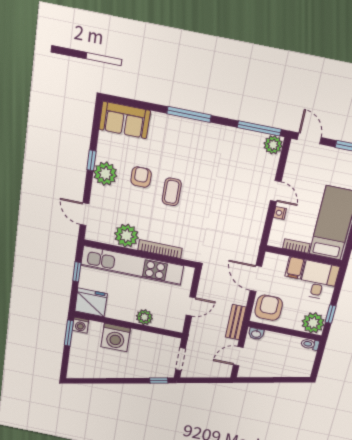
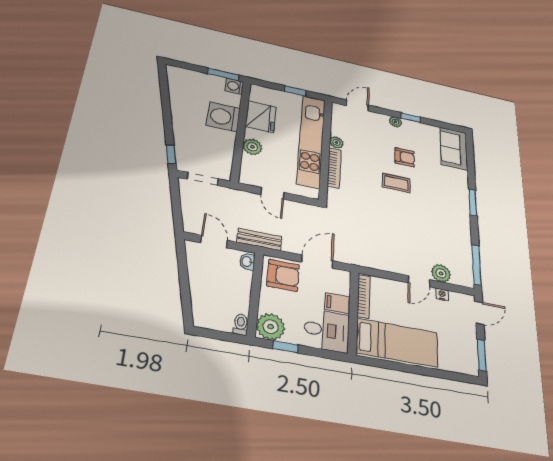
window: (189, 114) -> (473, 203), width x0.69
plant: (273, 145) -> (441, 273), moved
plant: (105, 174) -> (395, 122), width x0.53, depth x0.53
nightstand: (280, 213) -> (442, 294), moved
plant: (126, 236) -> (336, 142), width x0.53, depth x0.53
bookcase: (296, 246) -> (364, 296), width x1.56
fridge: (91, 302) -> (261, 117), moved

